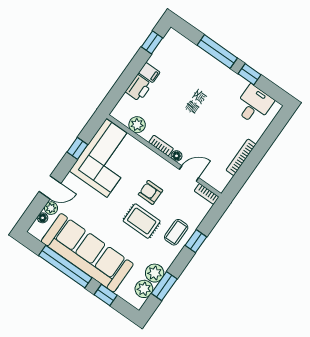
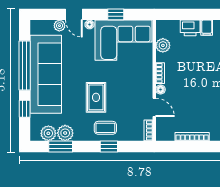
armchair: (150, 192) -> (121, 89), removed
floor lamp: (43, 218) -> (90, 24), moved

